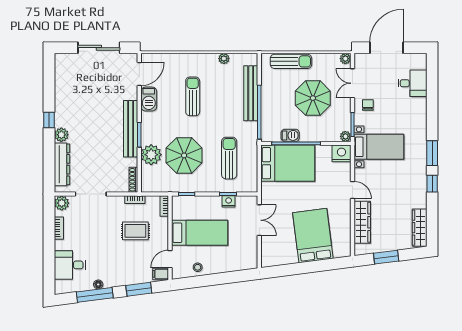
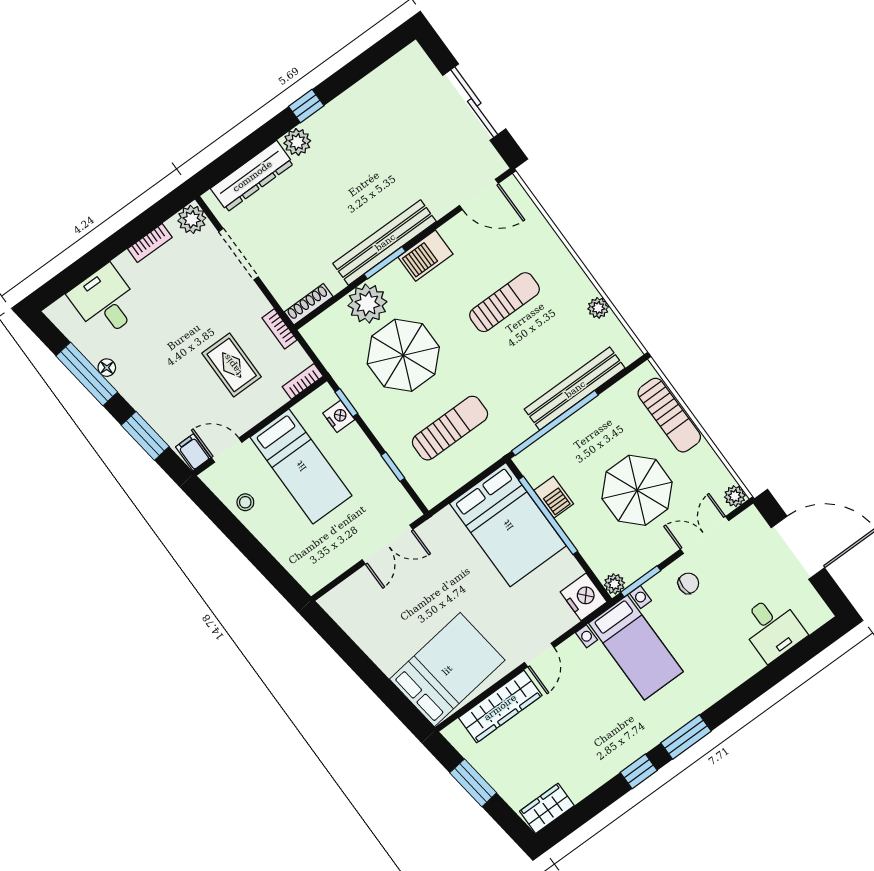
barbecue: (149, 99) -> (426, 256), moved
nightstand: (229, 201) -> (339, 416), moved
wardrobe: (420, 228) -> (547, 808), width x0.67
bed: (313, 236) -> (447, 670), moved

